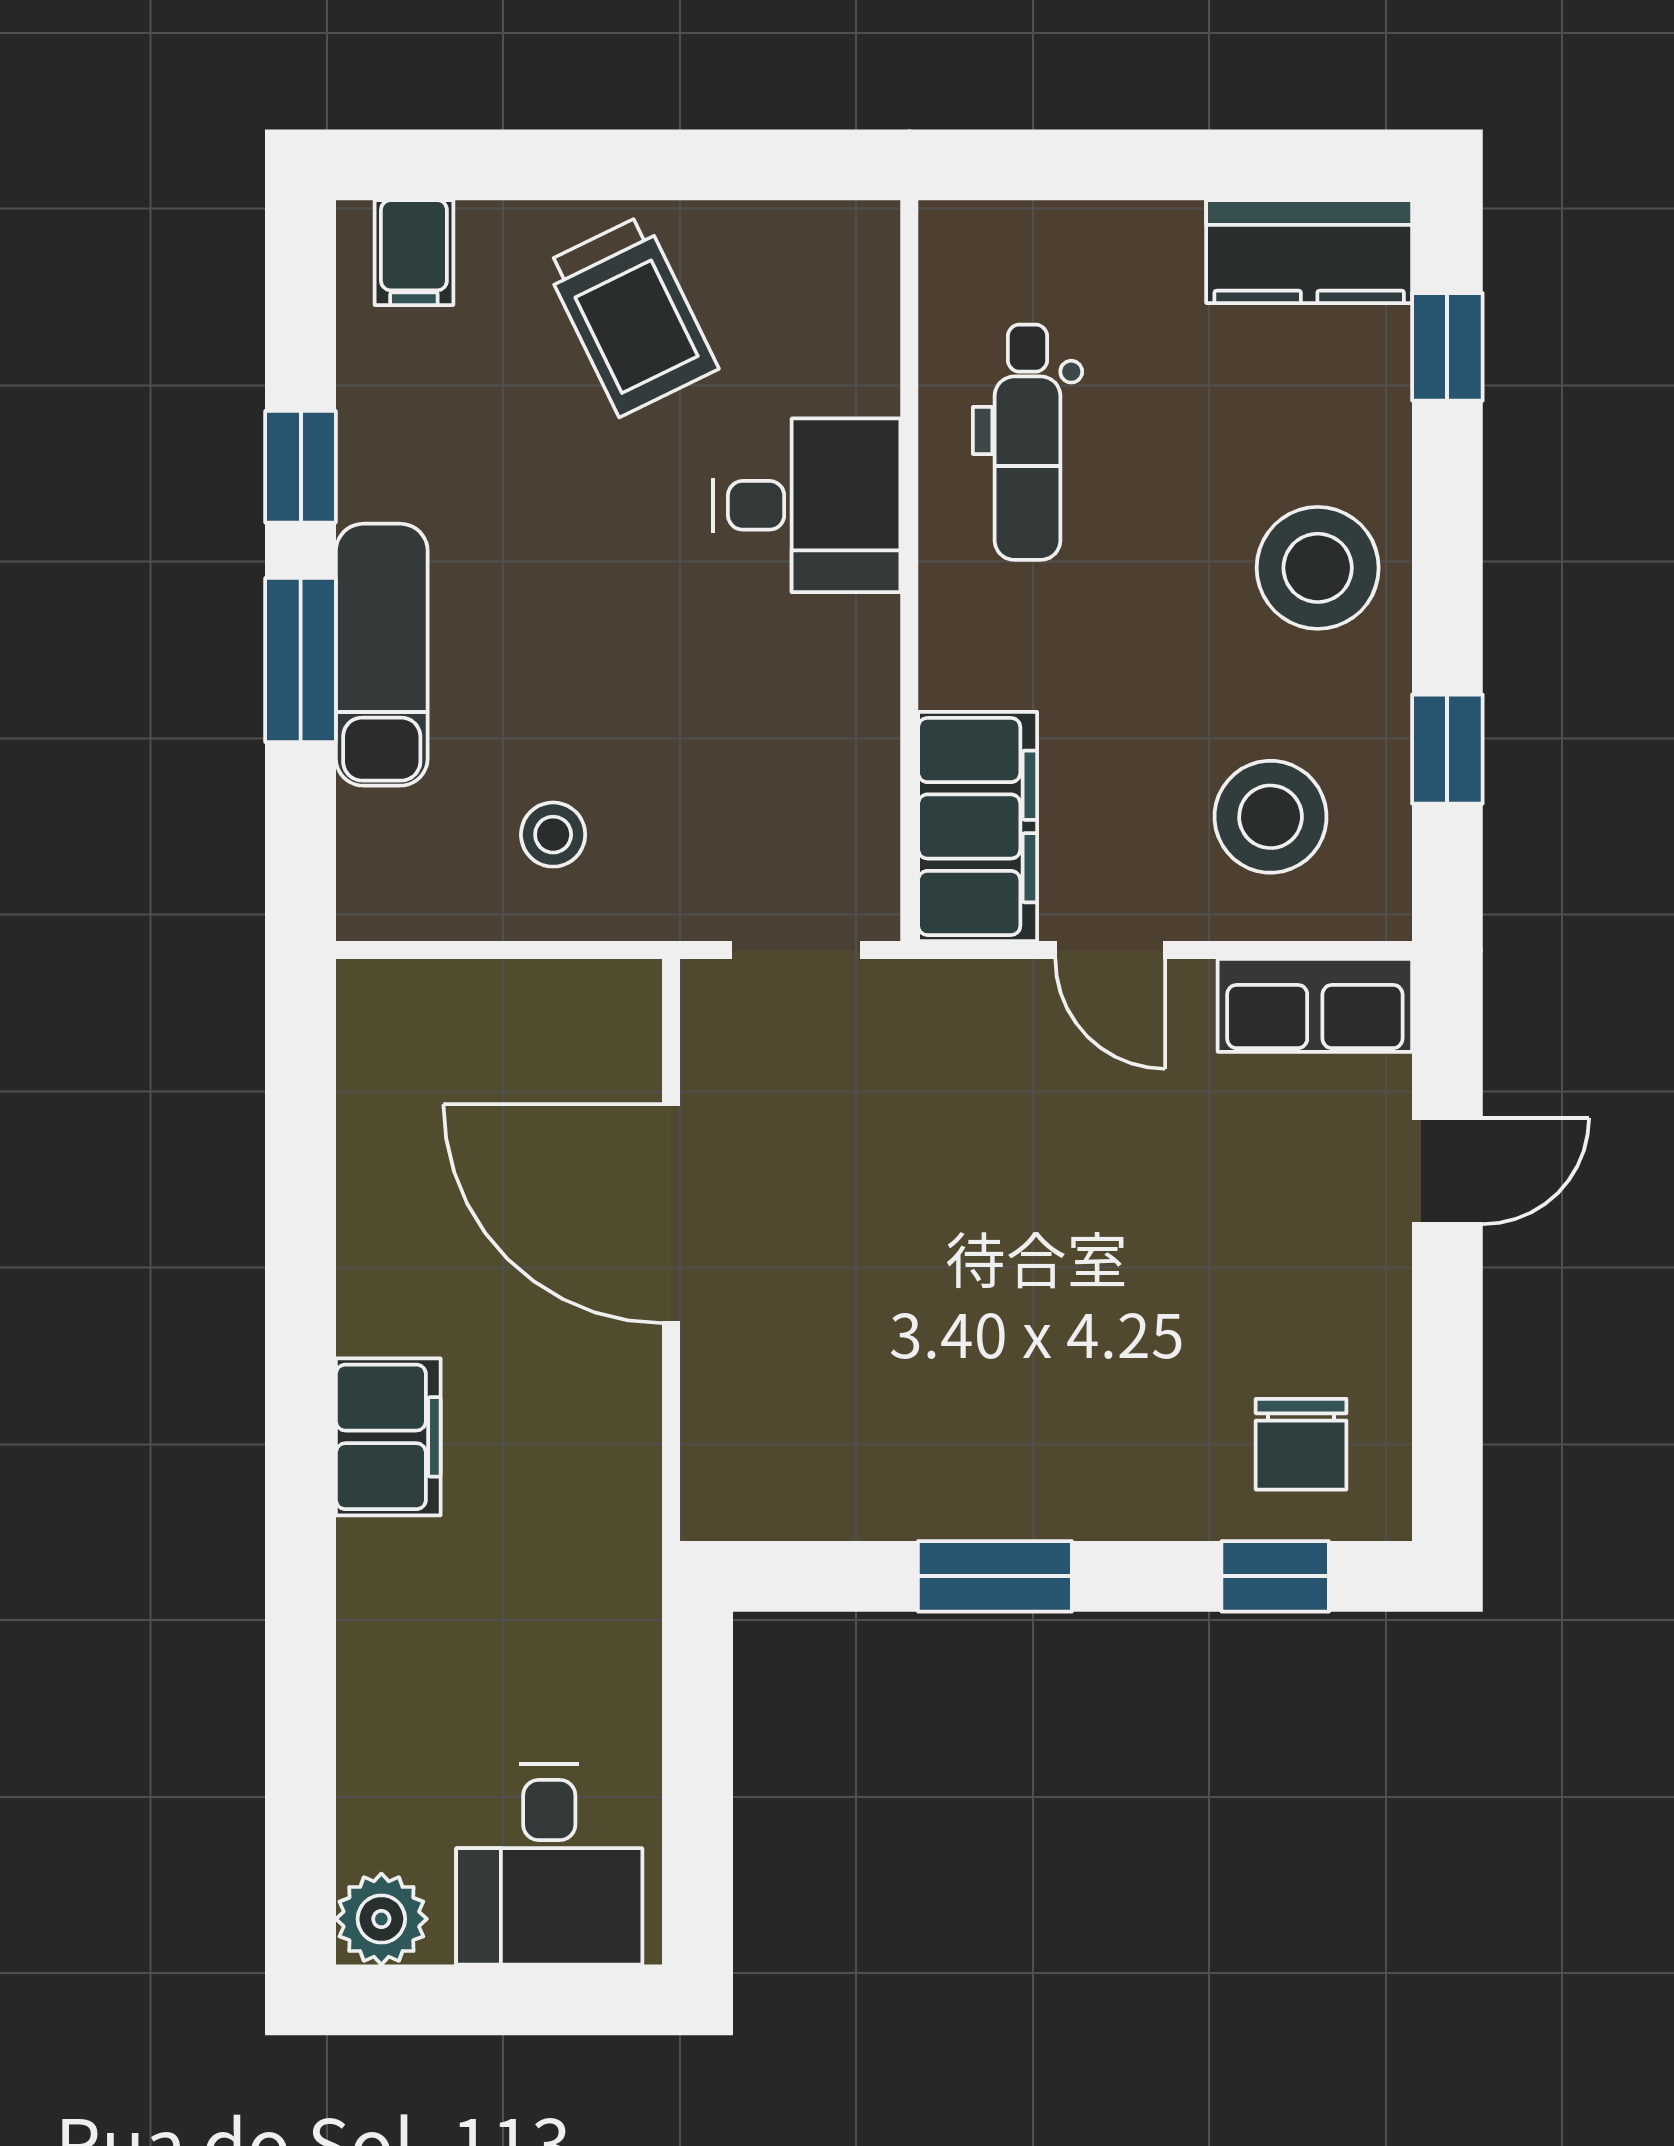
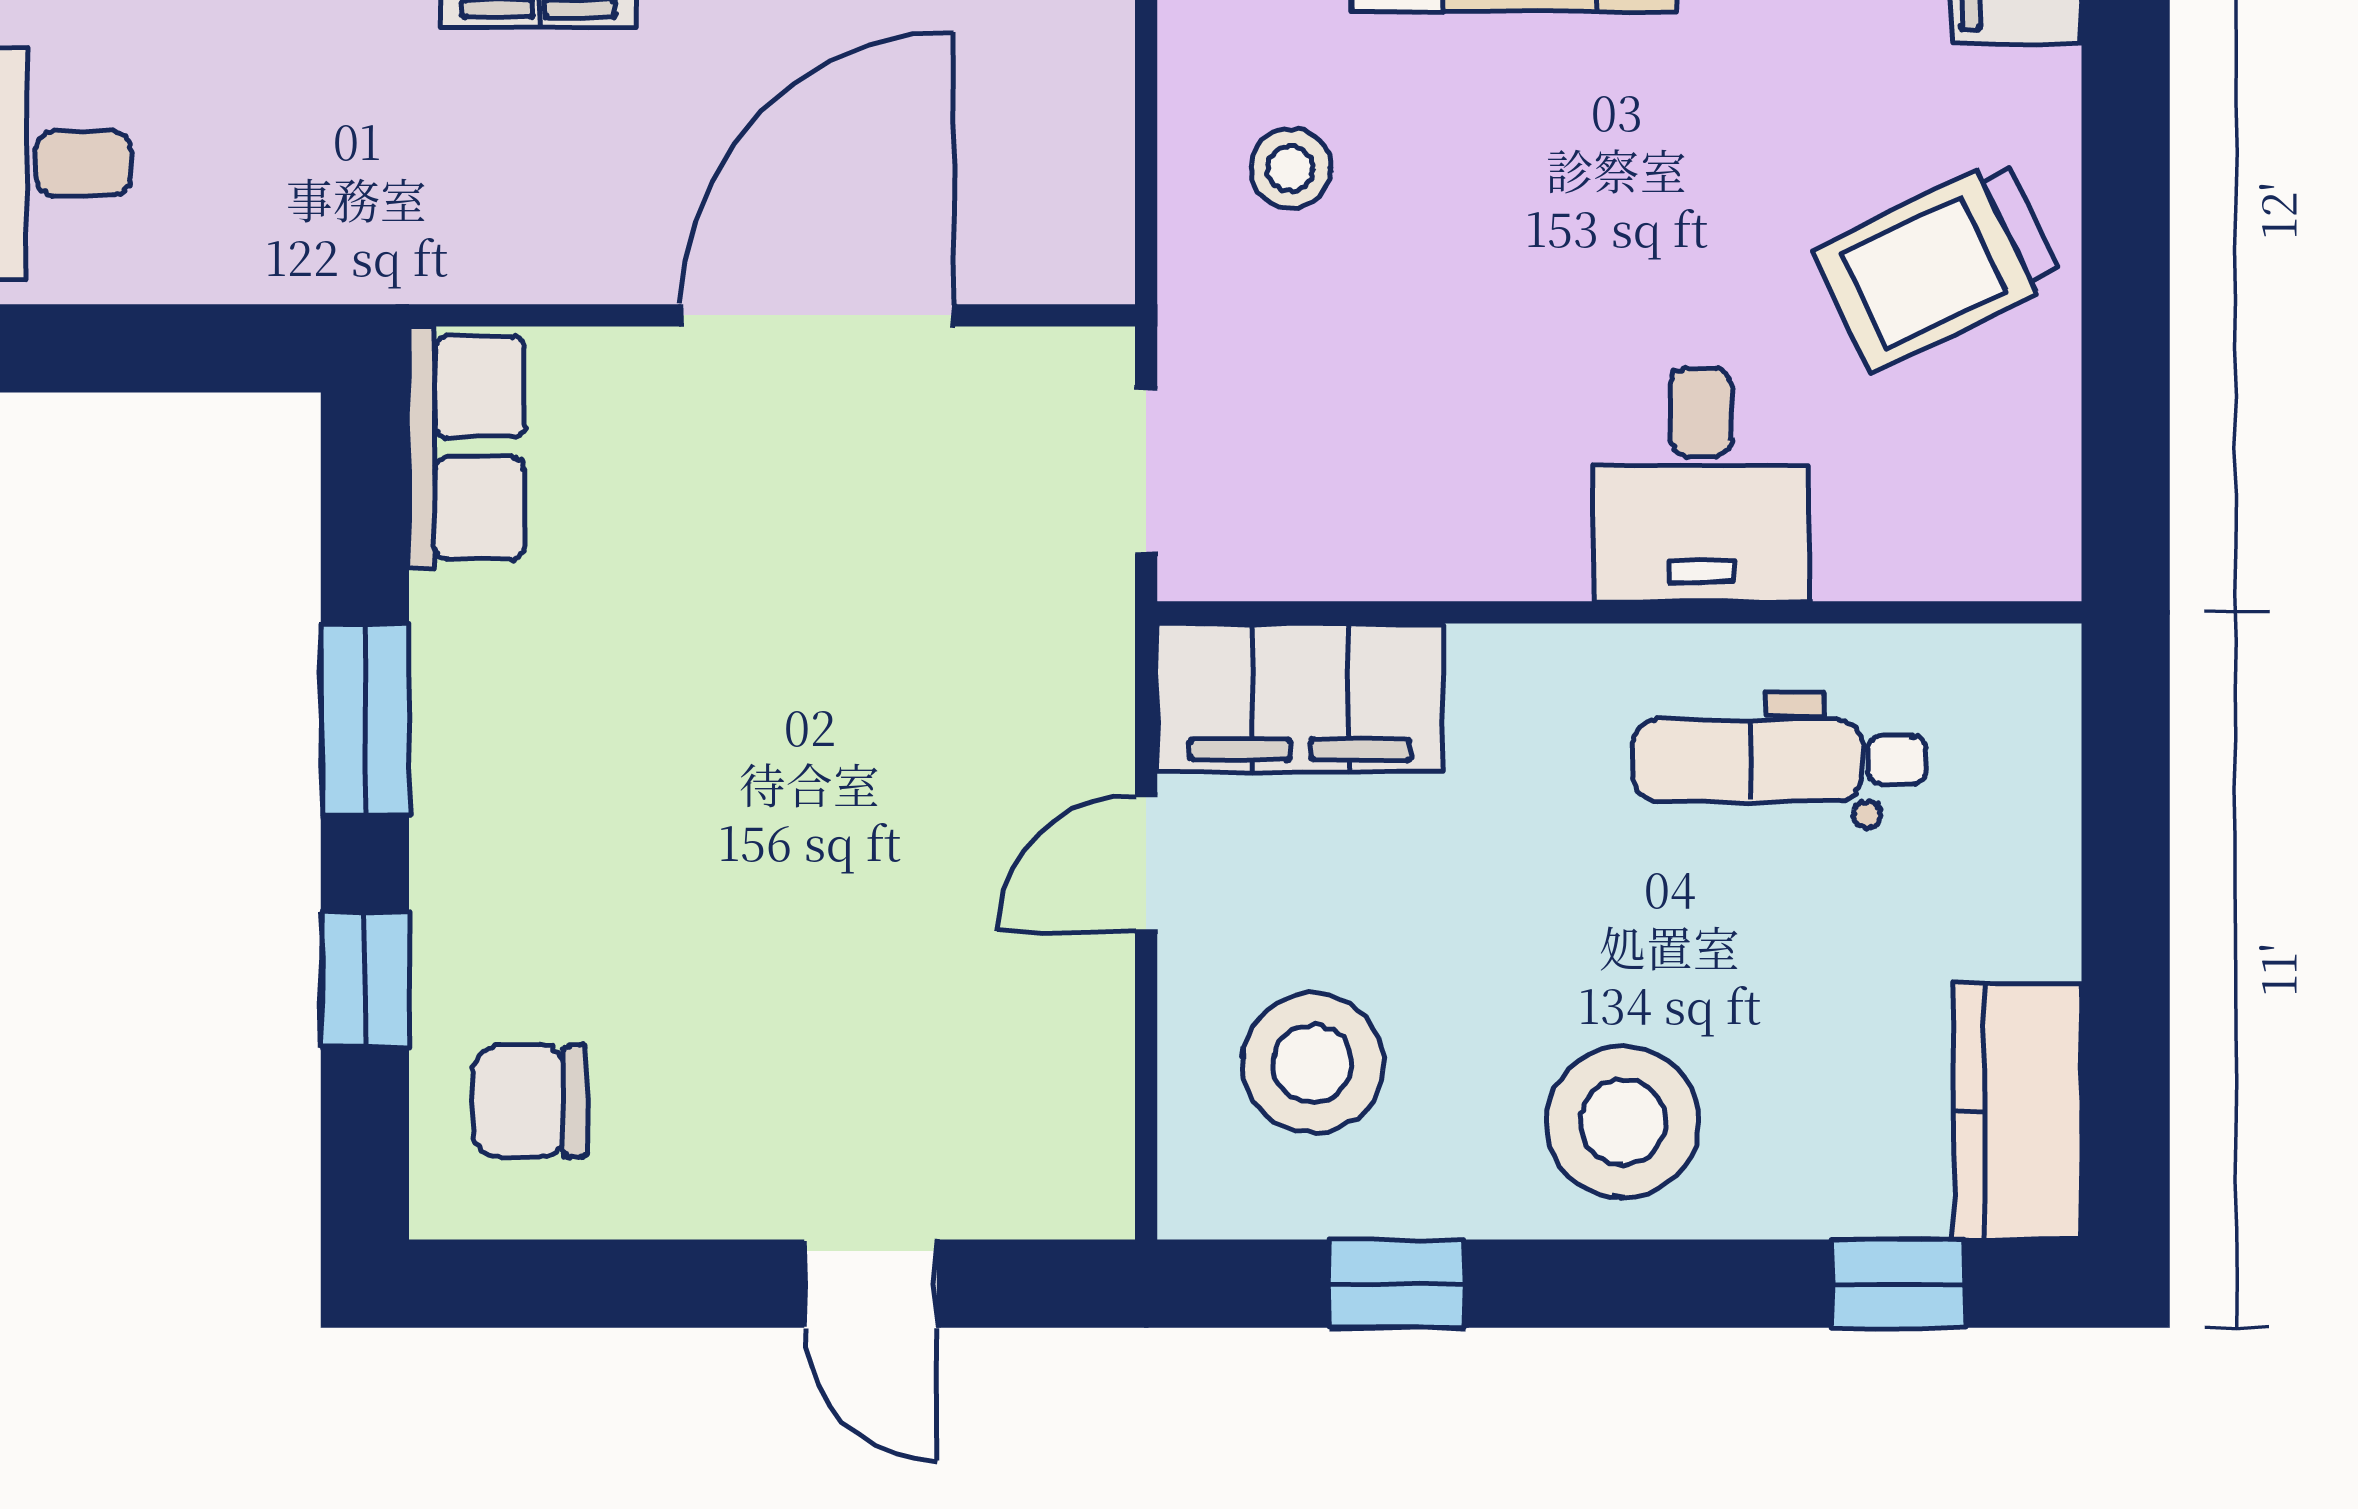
row of seats: (1315, 1005) -> (467, 448), moved, turned 180
window: (1275, 1576) -> (365, 980), moved

